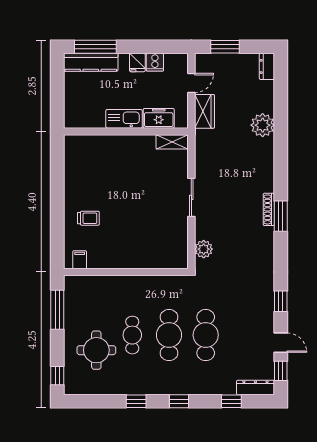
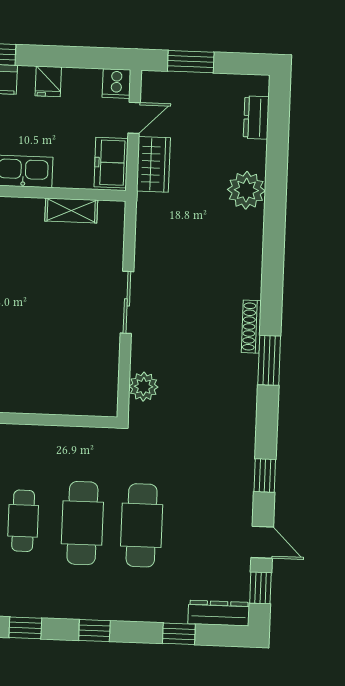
cooker: (155, 62) -> (116, 84), moved
dresser: (267, 66) -> (256, 118), moved
freezer: (159, 118) -> (111, 163), moved, turned -90
shelving: (172, 142) -> (71, 211), moved
window: (281, 216) -> (269, 360), moved

